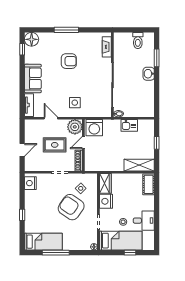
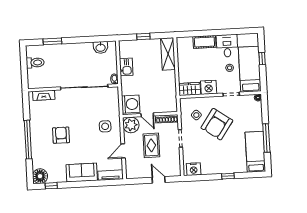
window: (66, 30) -> (28, 140), width x1.46
washbasin: (149, 74) -> (101, 47), moved
cot: (149, 184) -> (204, 42), moved

